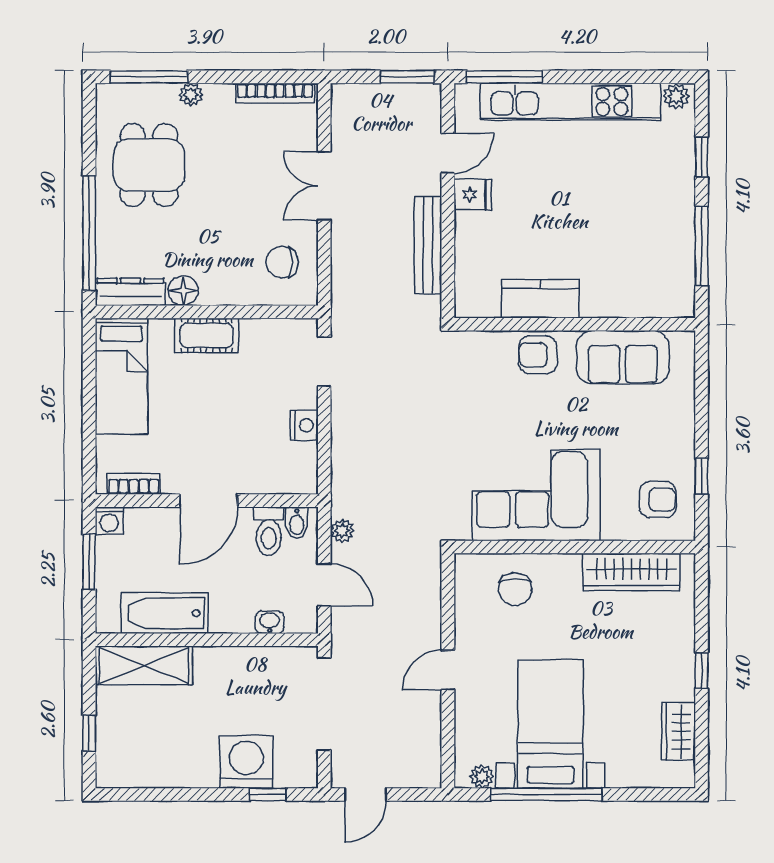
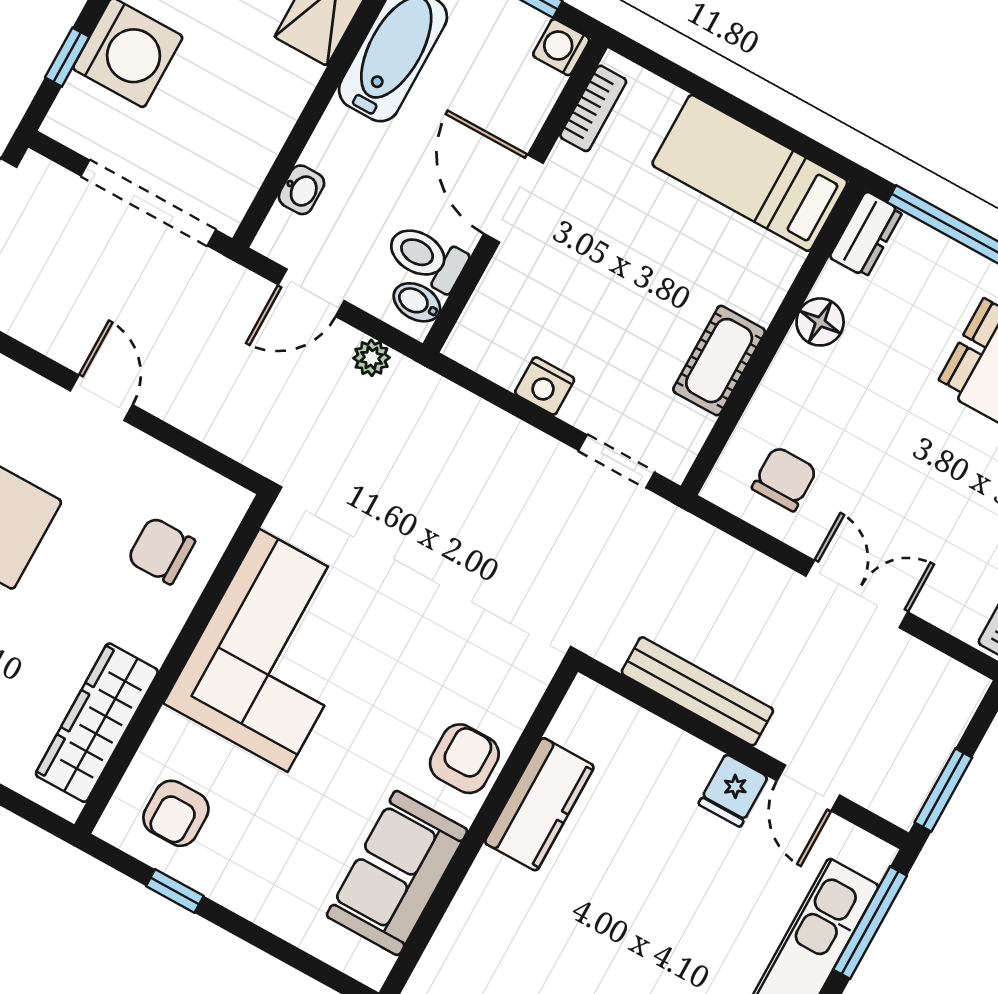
dresser: (130, 292) -> (866, 234), width x0.70
cot: (207, 335) -> (719, 361), moved

